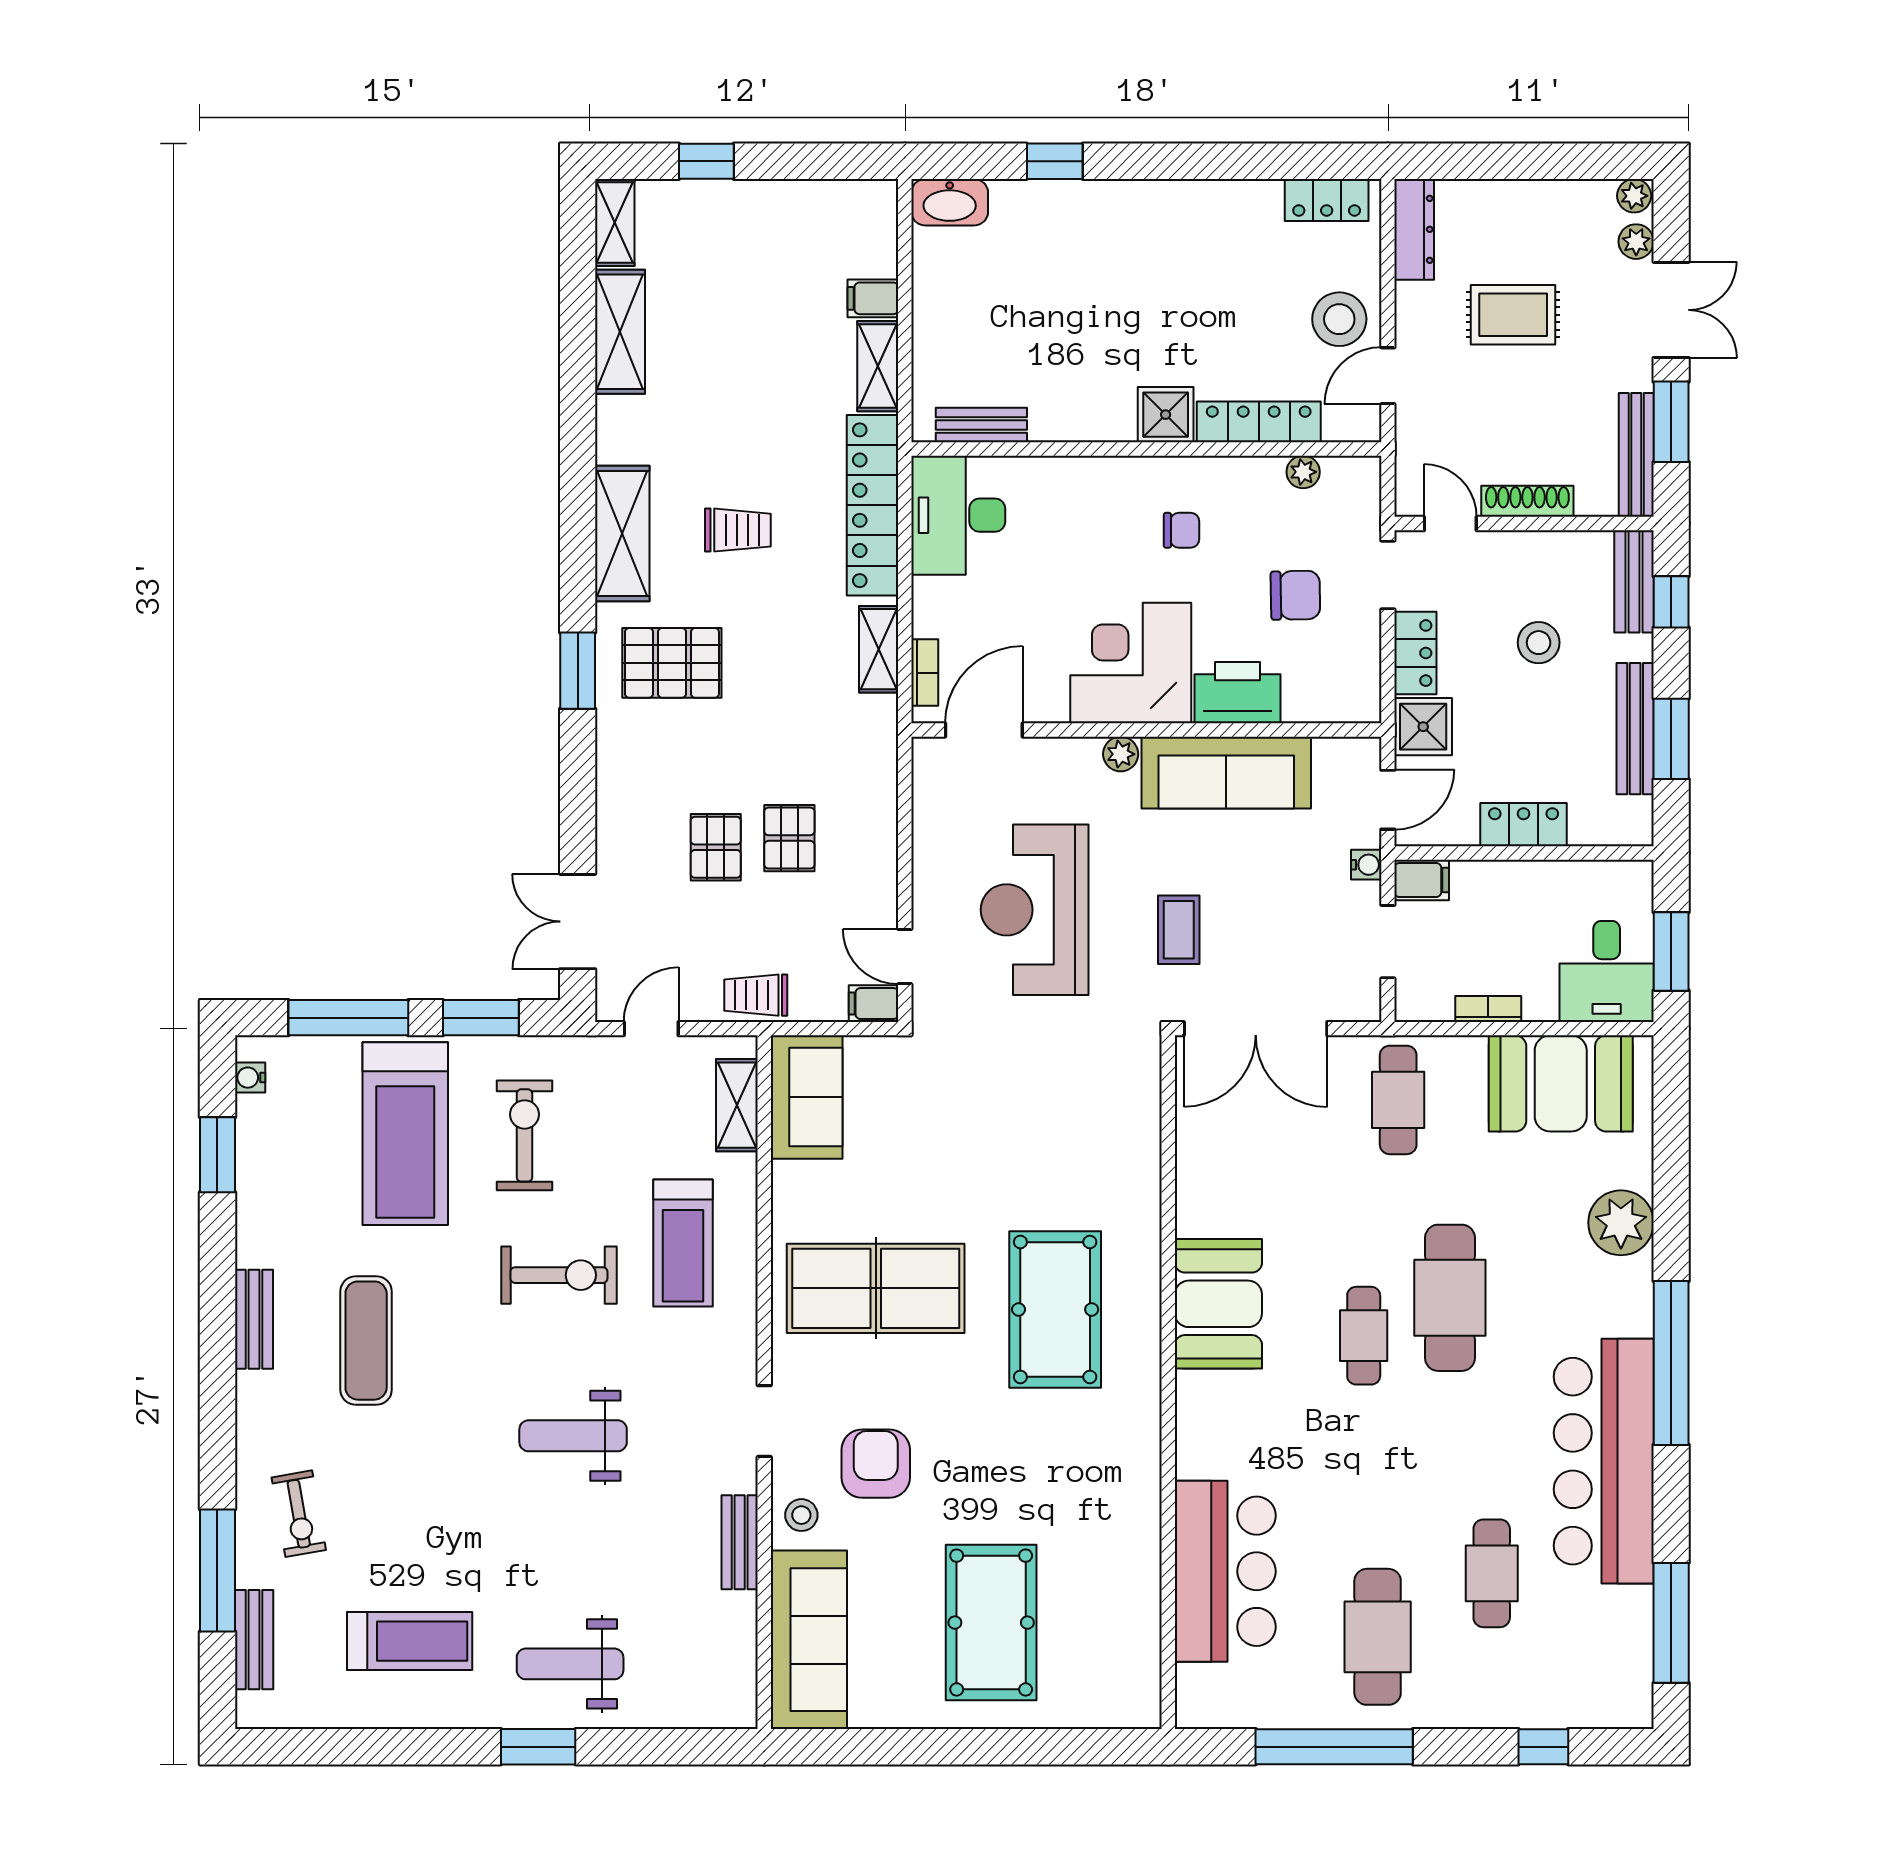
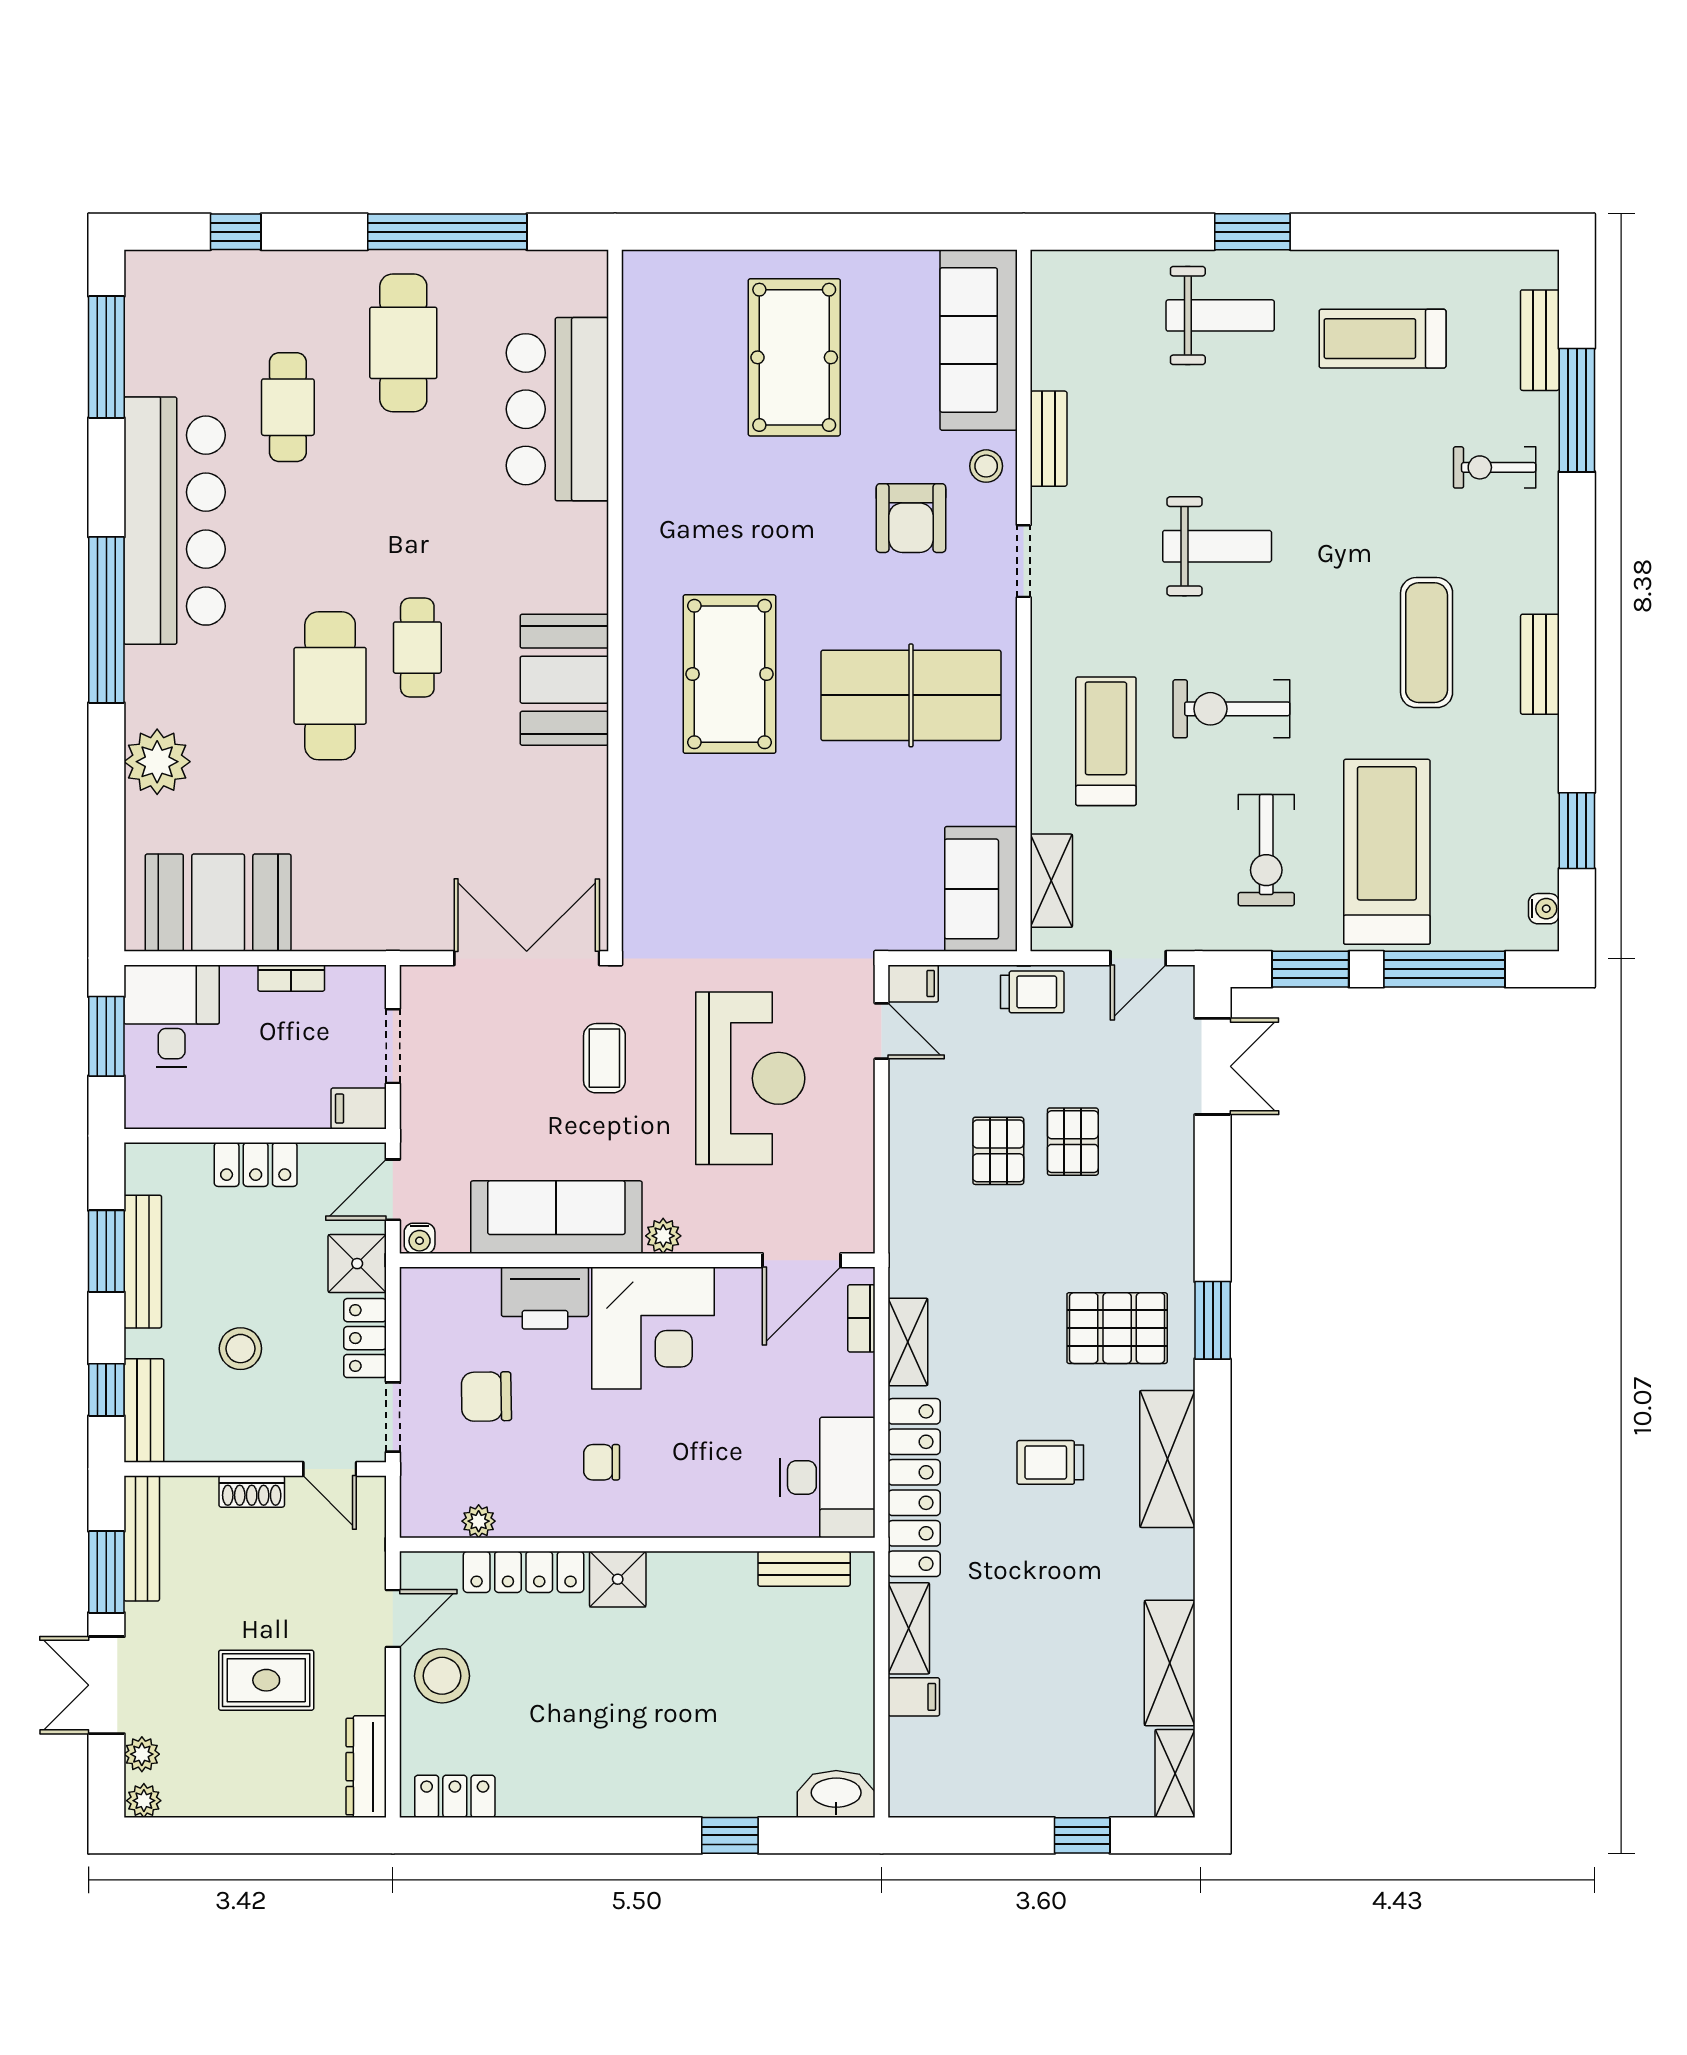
shoe rack: (1527, 501) -> (252, 1491), width x0.70
water cooler: (1366, 865) -> (420, 1238), moved, turned -90
cafe table: (1398, 1100) -> (382, 886), removed
exercise bike: (299, 1514) -> (1495, 467), turned -80

